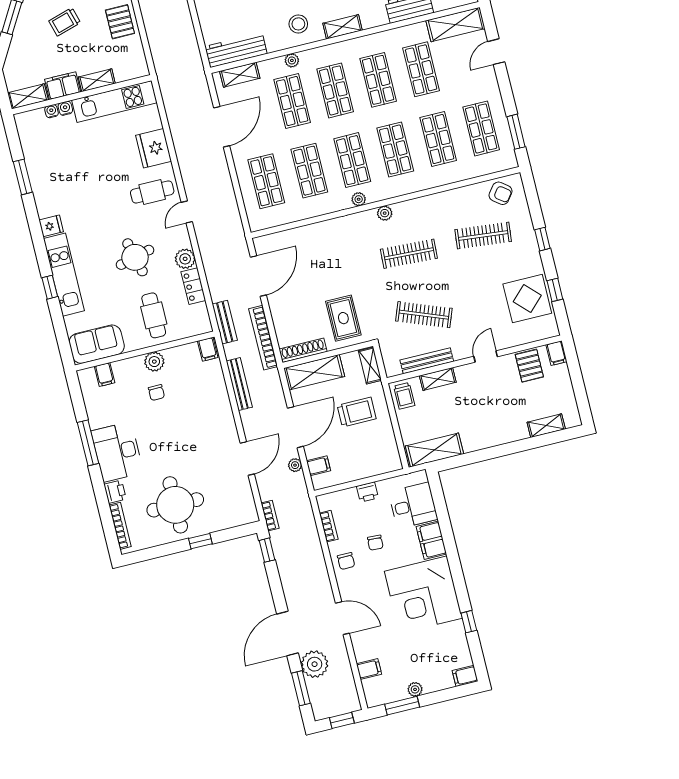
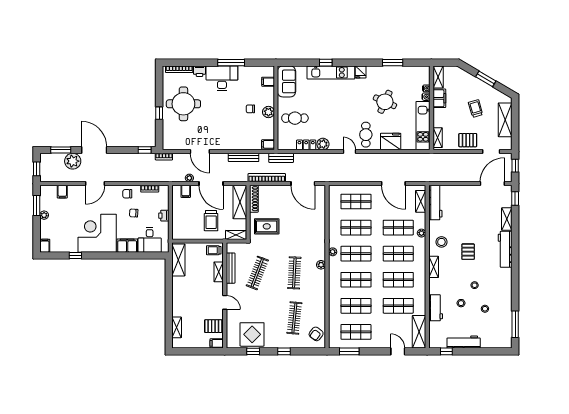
shelving: (97, 80) -> (438, 138), moved
round table: (135, 257) -> (385, 102), moved, turned 38

